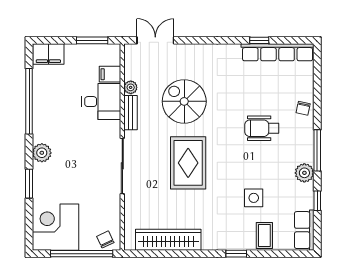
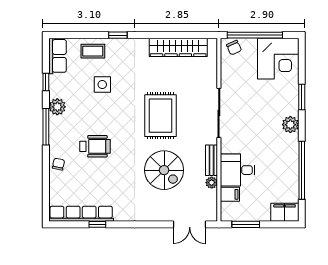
coffee table: (264, 235) -> (93, 51), turned 90

